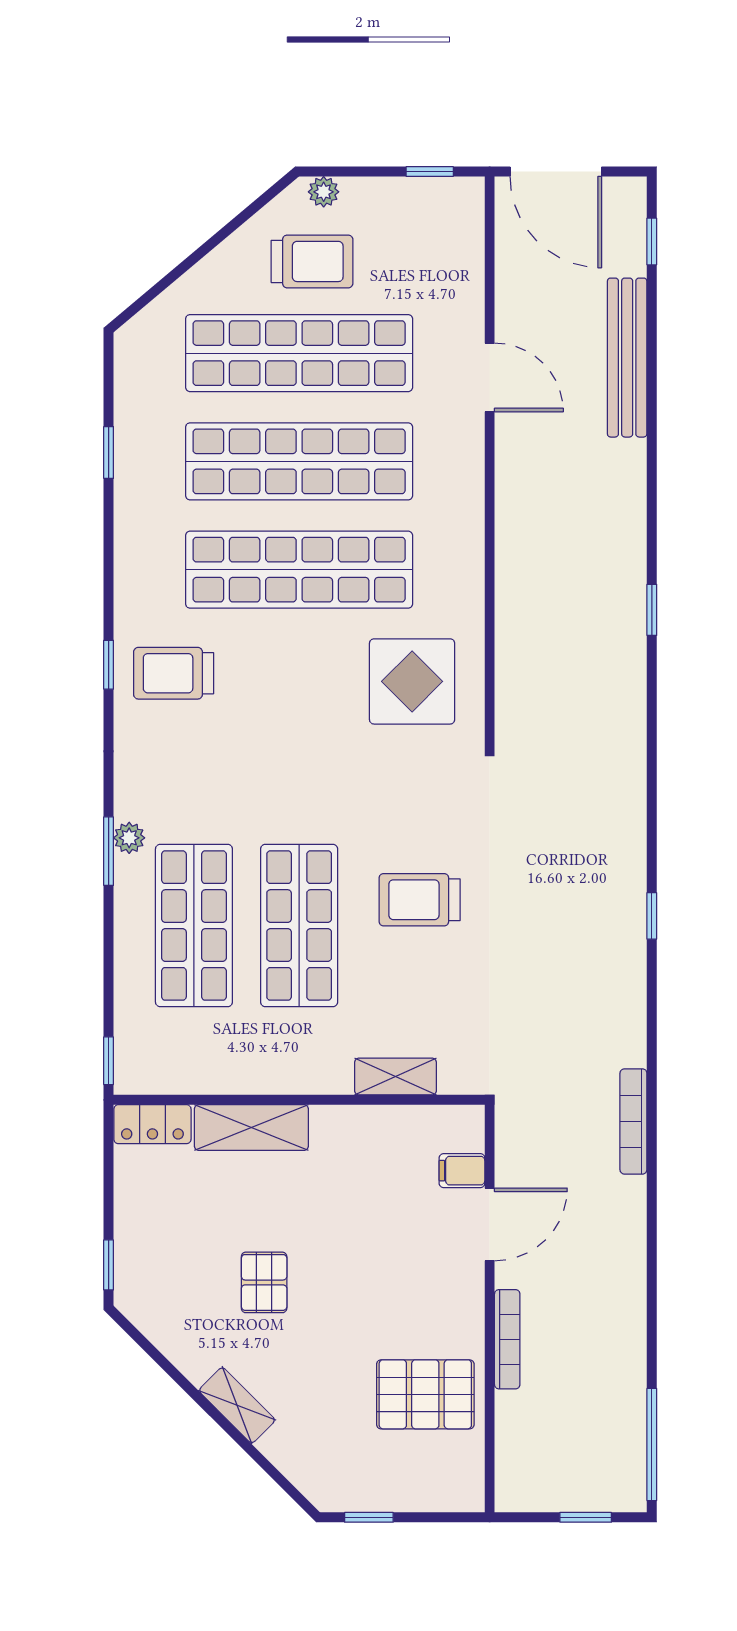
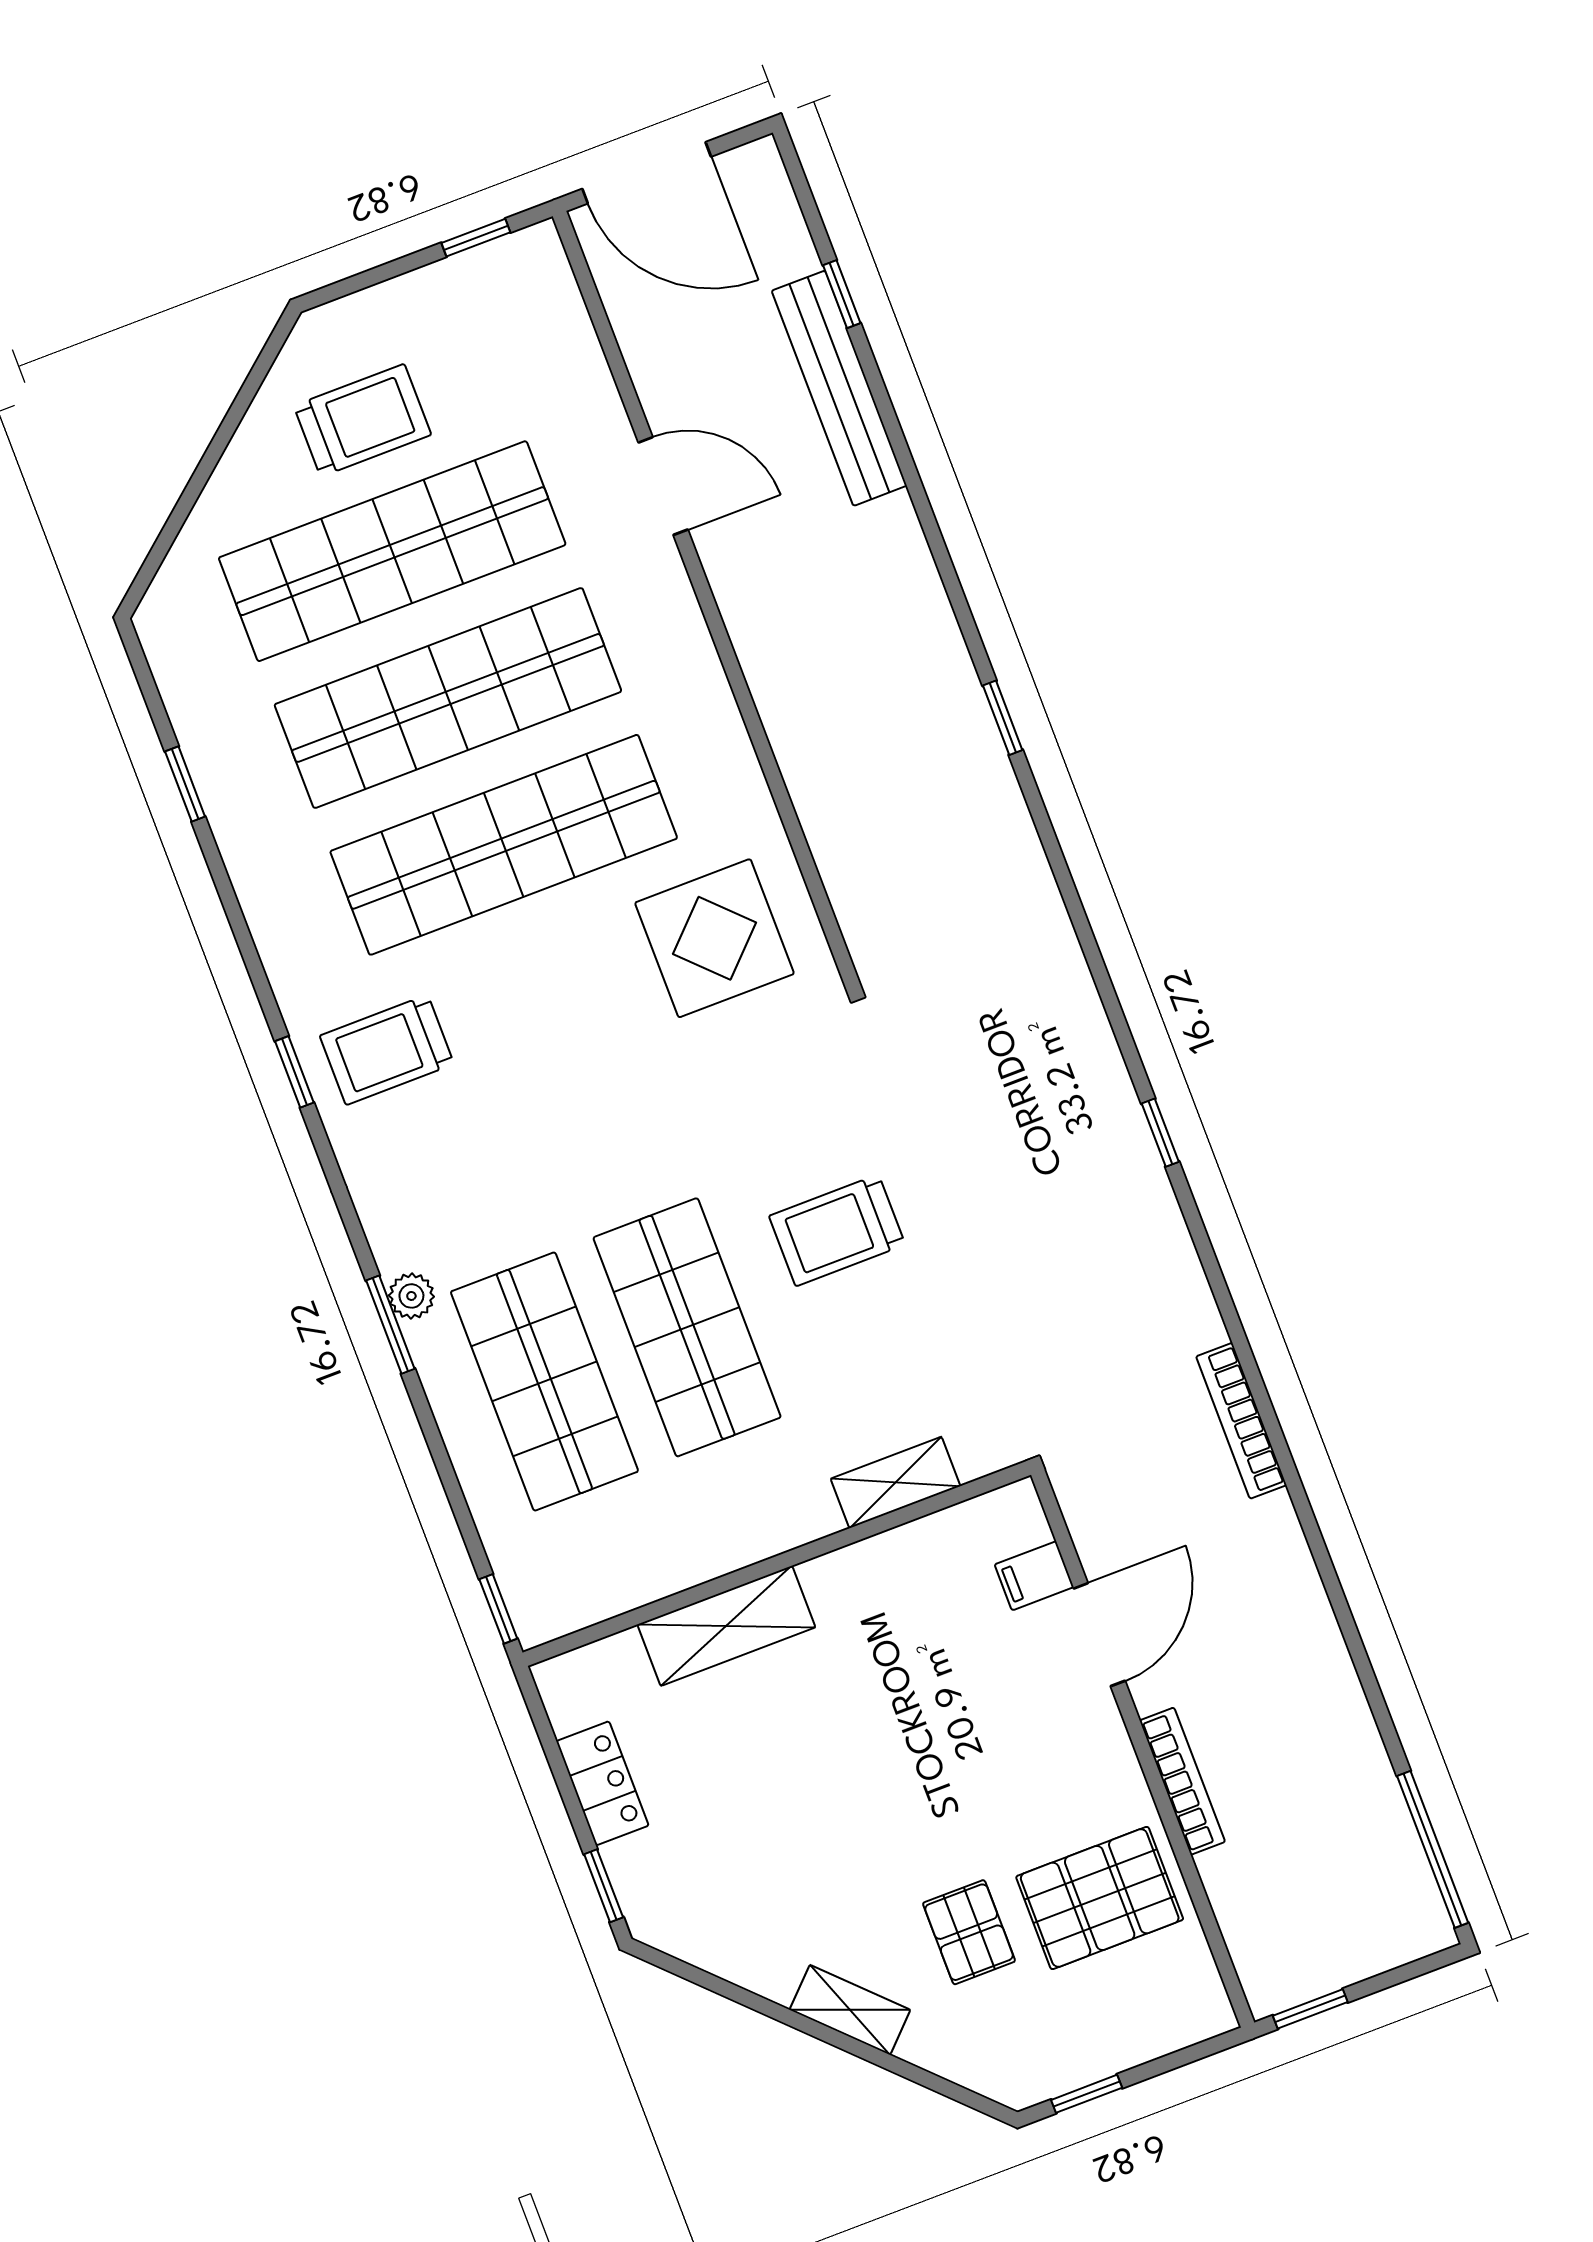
plant: (324, 192) -> (342, 320), removed
window: (652, 242) -> (842, 294), moved
locker: (152, 1124) -> (602, 1783), moved, turned -90
pallet: (264, 1282) -> (969, 1932), moved
window: (586, 1517) -> (1310, 2009), moved

